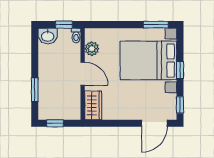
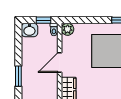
plant: (92, 49) -> (68, 29), moved
door: (83, 74) -> (60, 62), swing flipped

